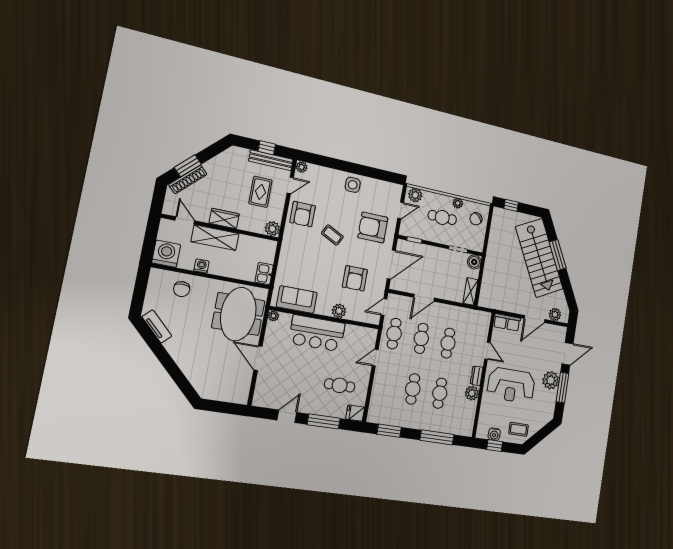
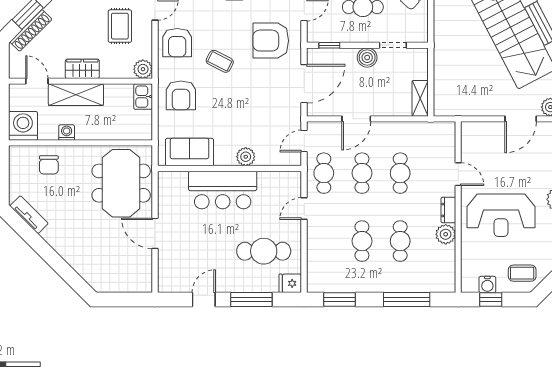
boiler: (474, 262) -> (367, 58), moved
kitchen sink: (264, 274) -> (143, 97), moved
armchair: (355, 278) -> (181, 95), moved
plant: (273, 316) -> (164, 178), removed
row of seats: (507, 322) -> (480, 131), removed
cafe table: (340, 385) -> (264, 251), width x1.37, depth x1.35

